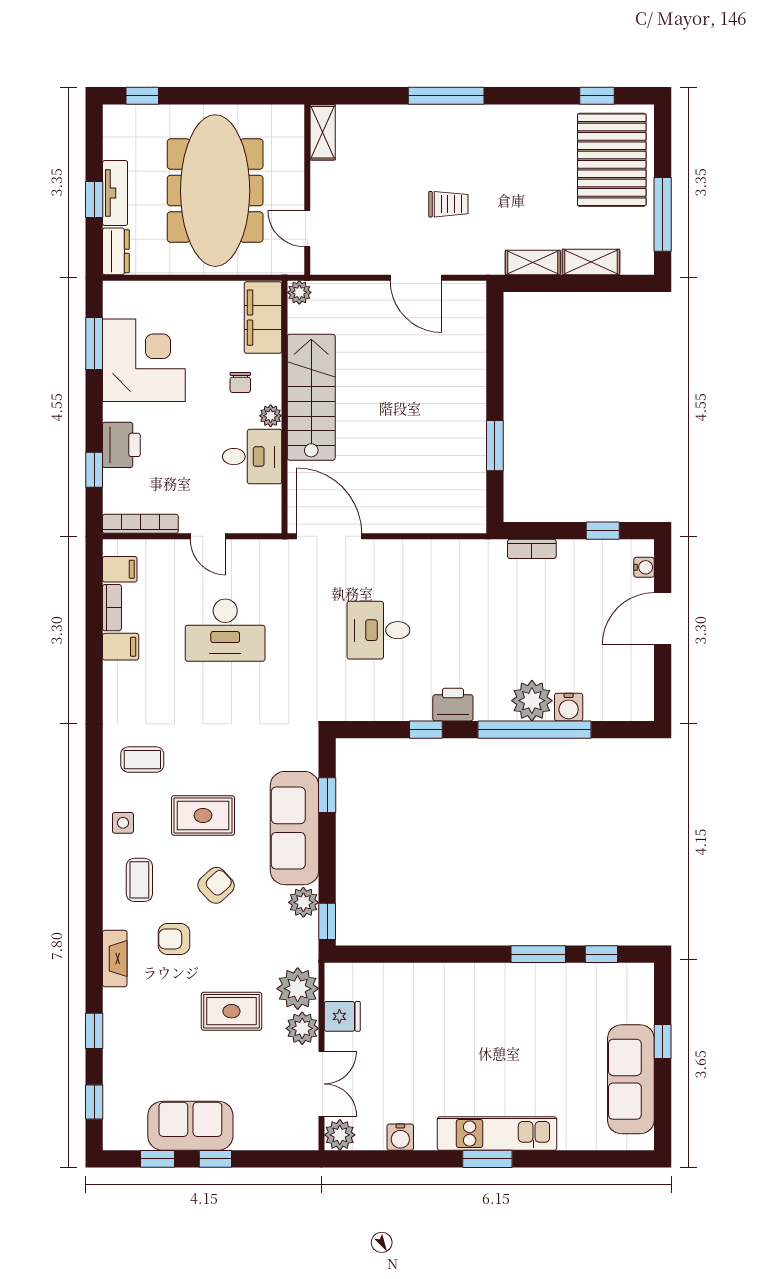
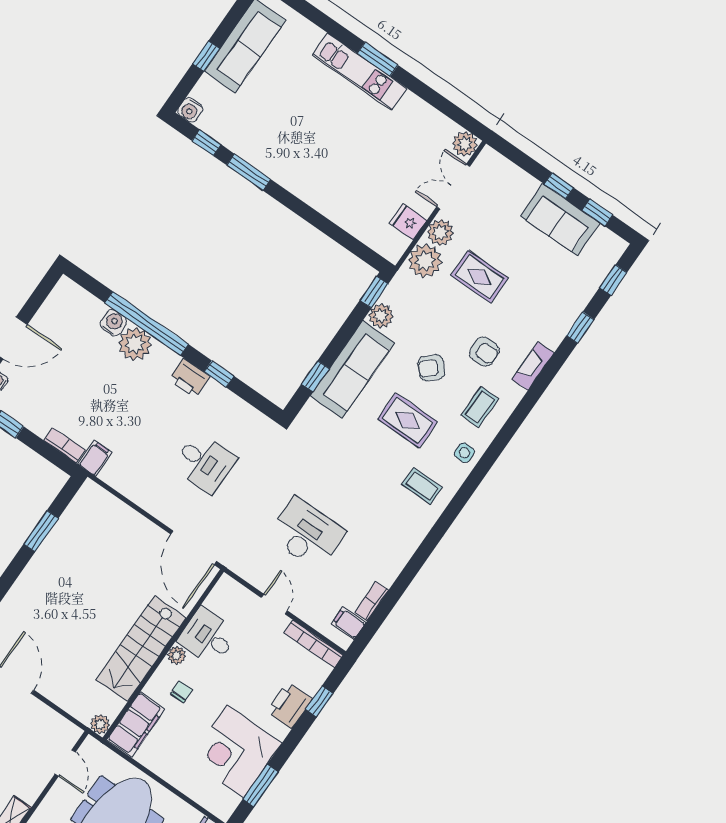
filing cabinet: (121, 647) -> (95, 458), moved, turned 90
water cooler: (400, 1137) -> (190, 110), moved, turned 180

